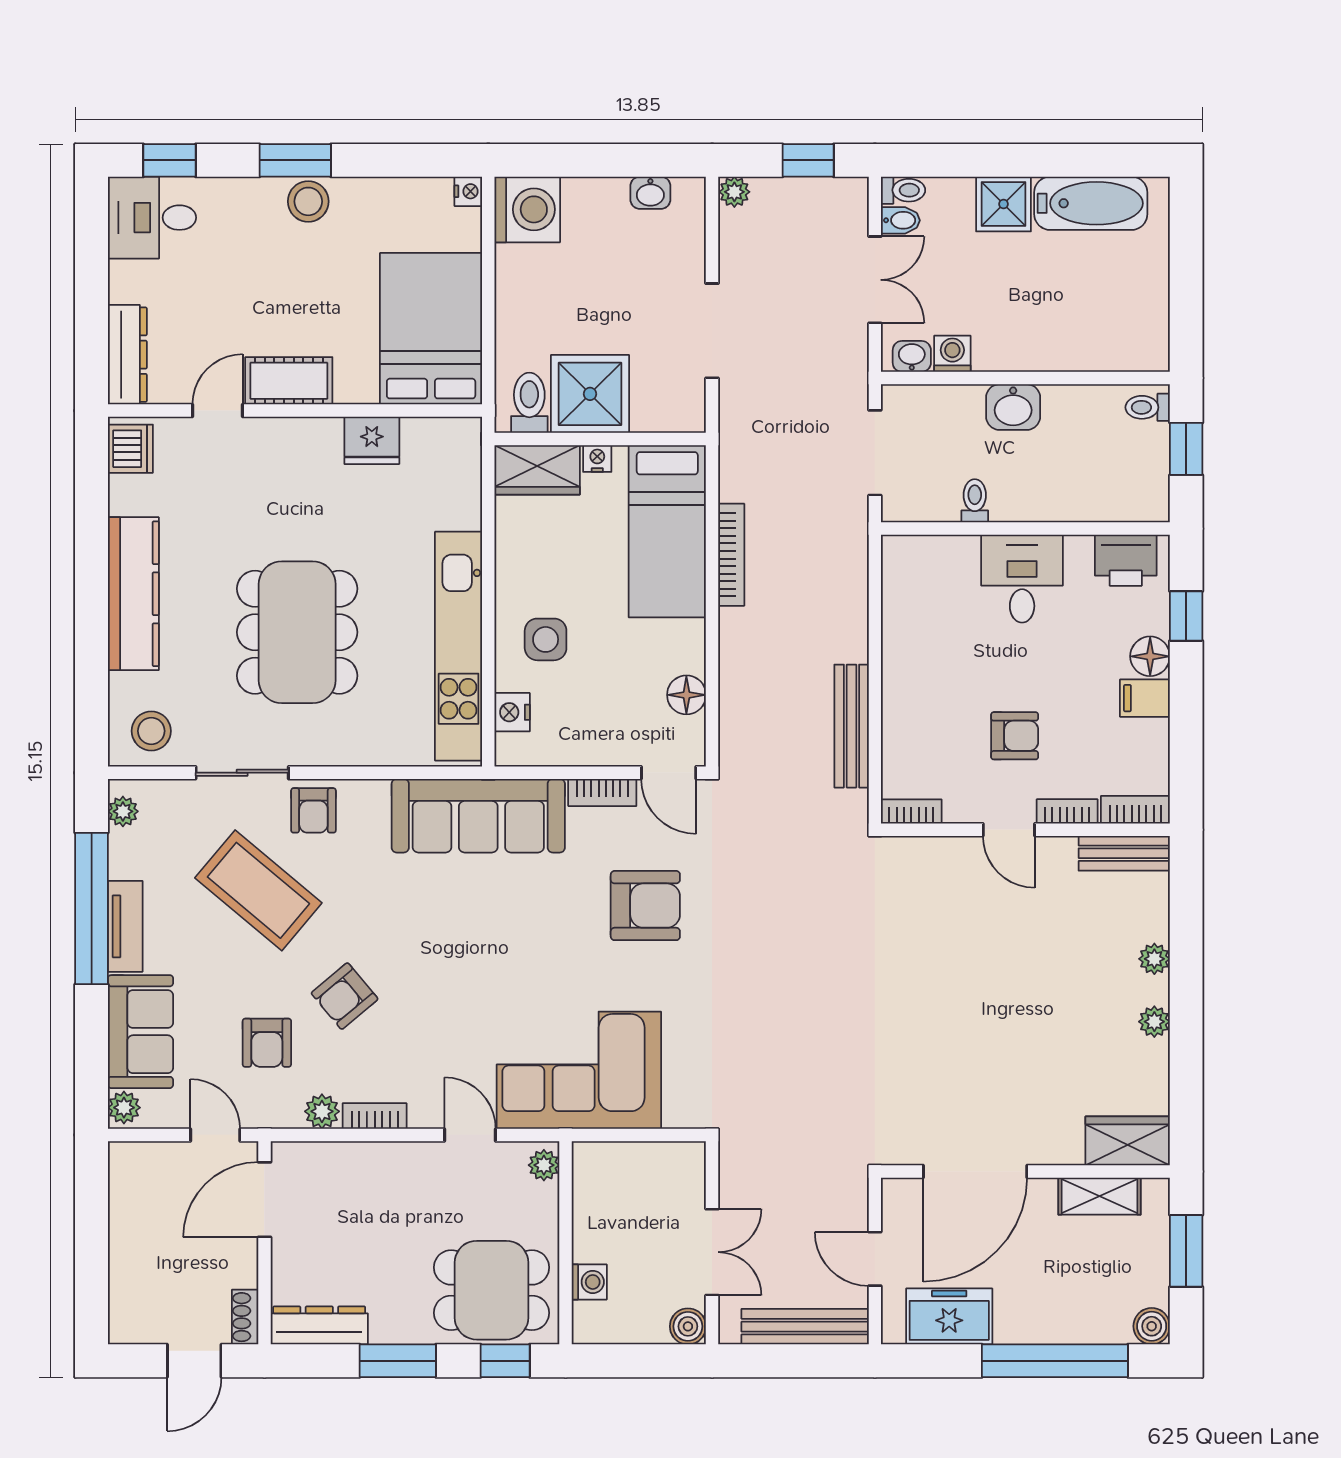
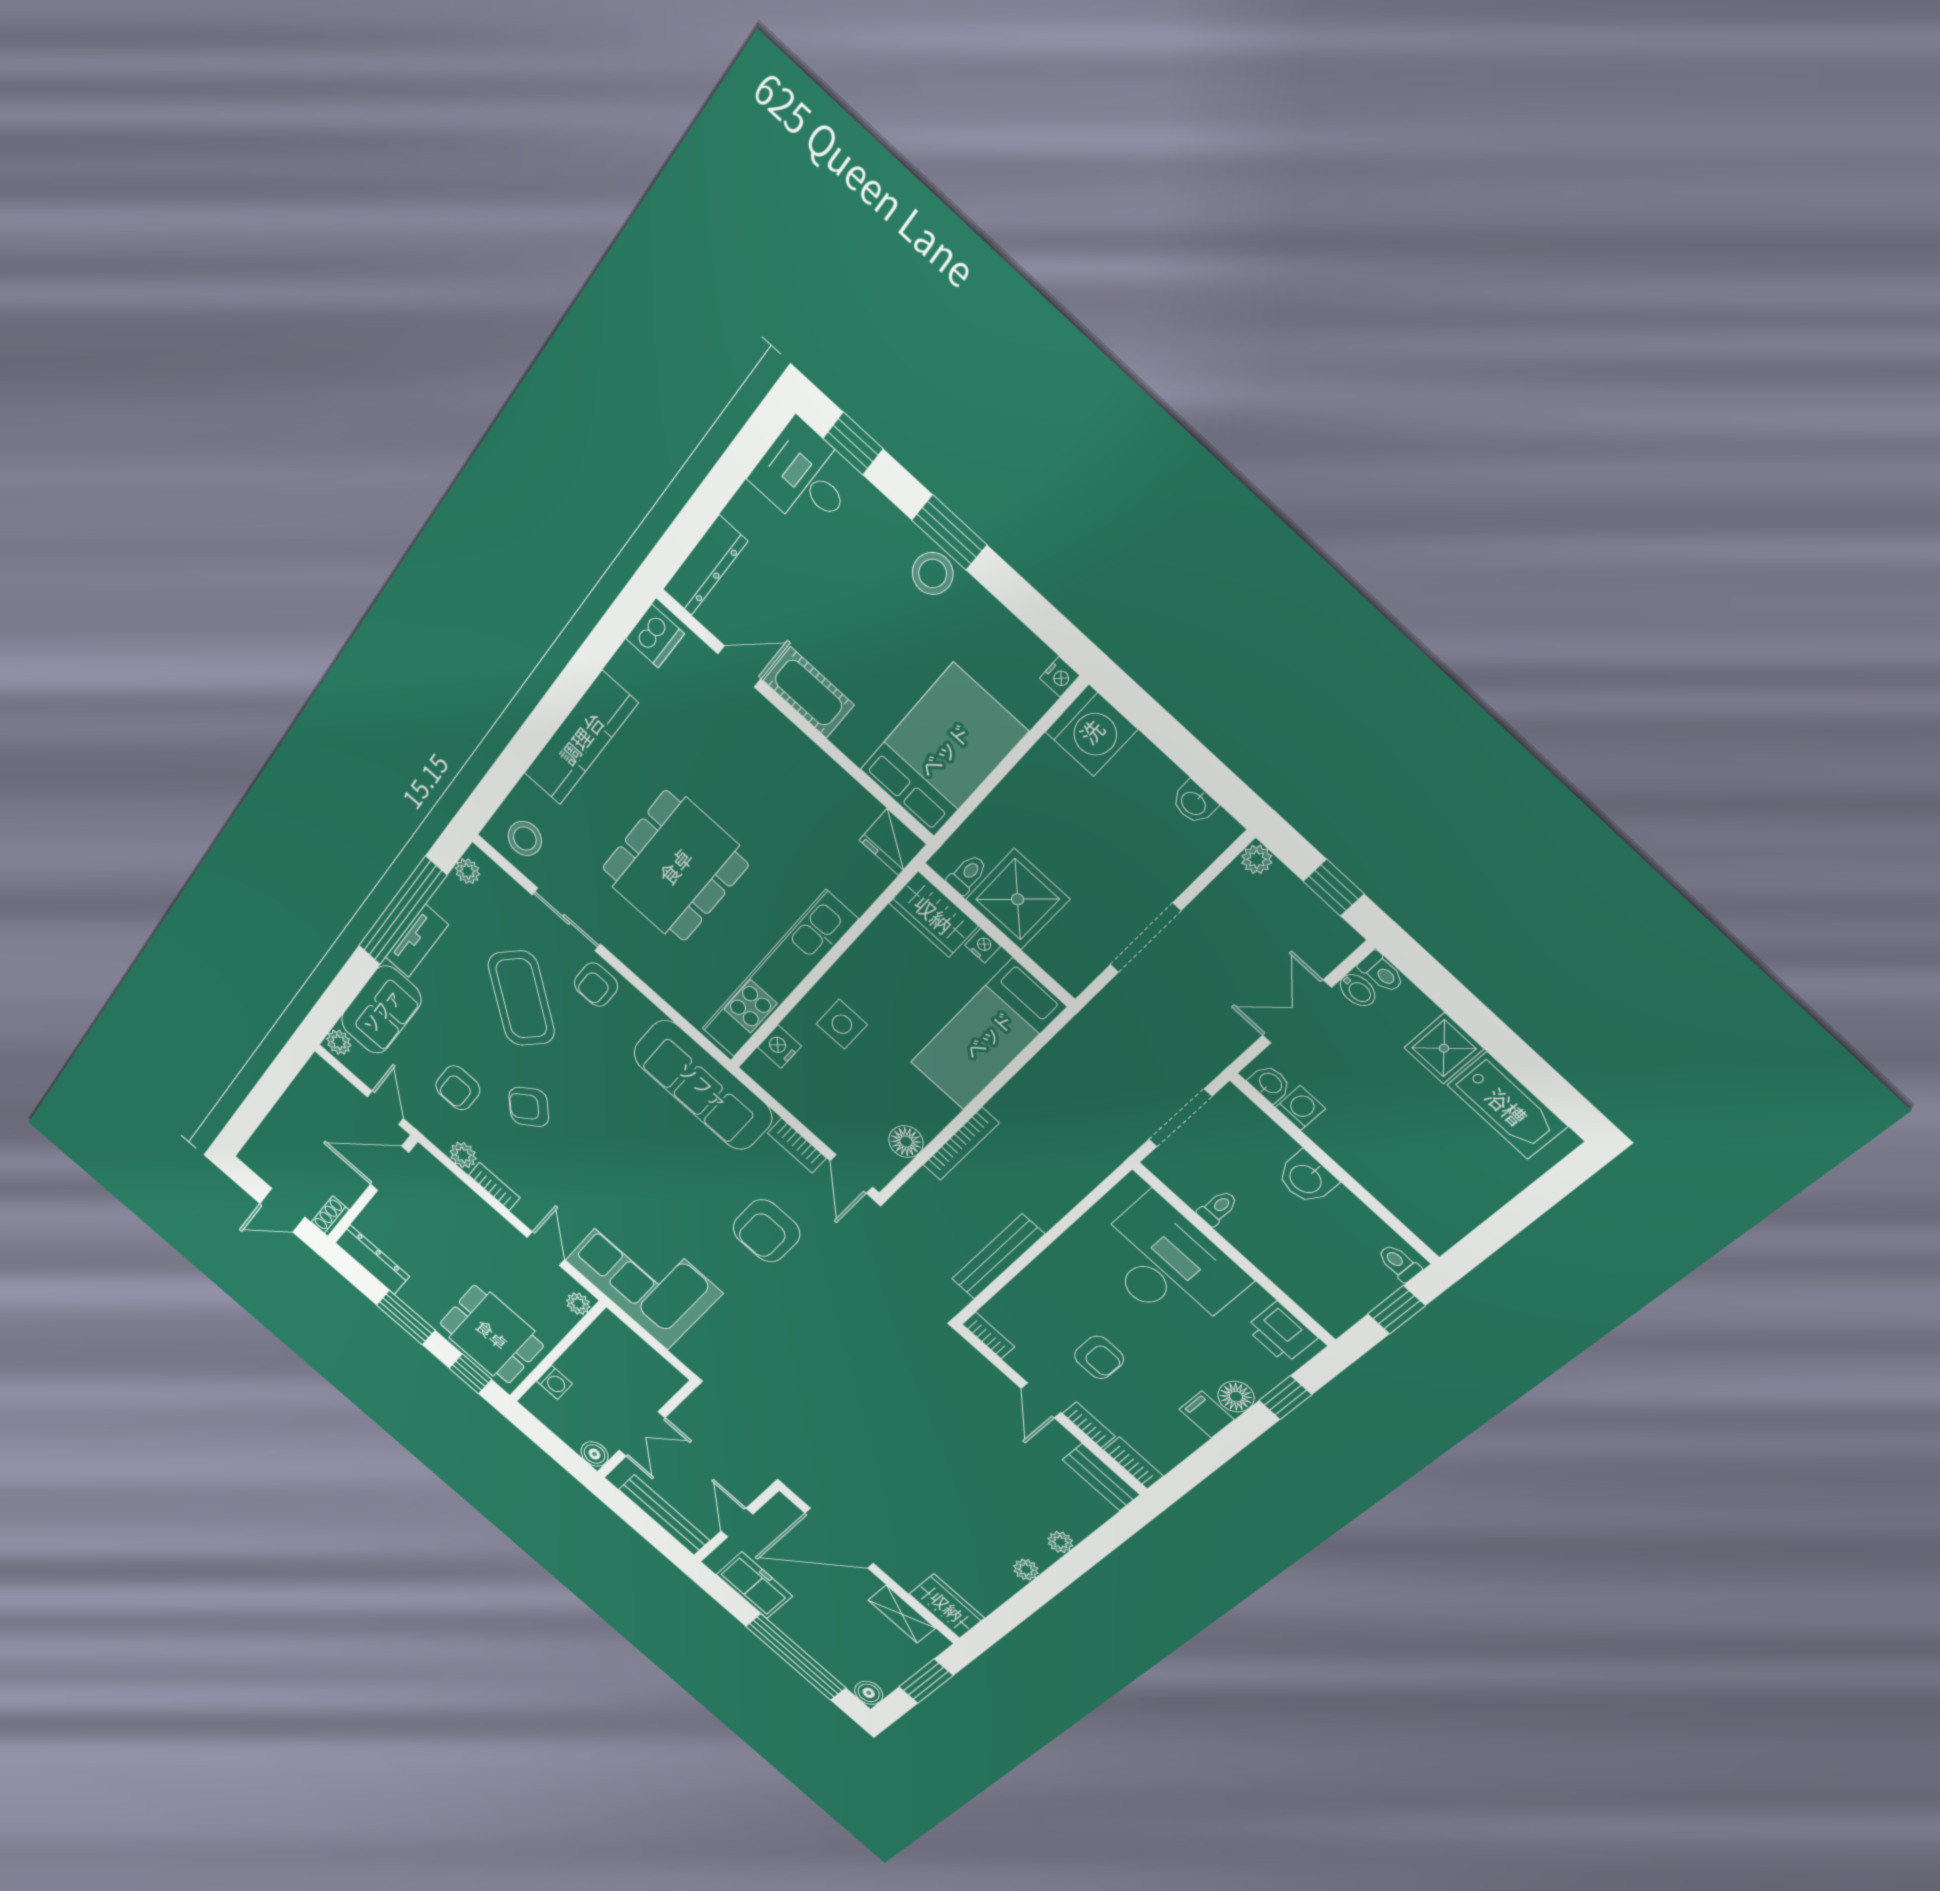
double door: (875, 280) -> (1297, 1012), swing flipped
toilet: (529, 403) -> (967, 874), width x0.73, depth x0.72
fridge: (372, 440) -> (893, 842), moved
bookcase: (731, 555) -> (961, 1144), moved
desk: (1022, 579) -> (1168, 1265), width x1.87, depth x1.30
armchair: (645, 906) -> (766, 1231), turned 90

